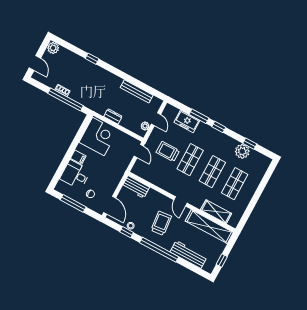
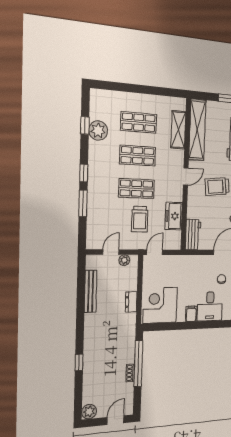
freezer: (187, 121) -> (174, 216), moved, turned 180

